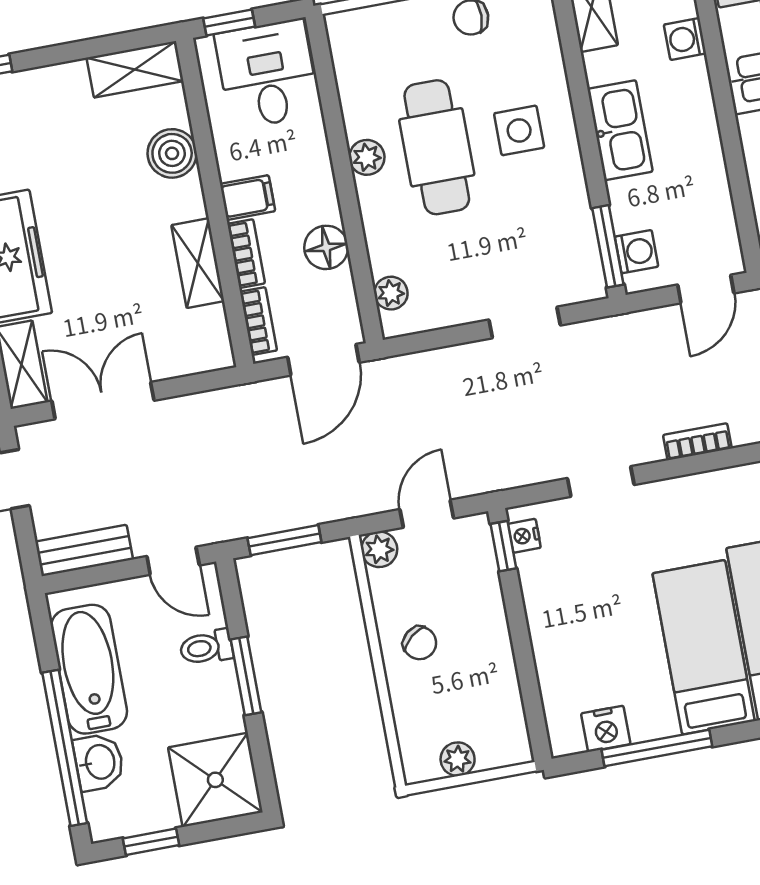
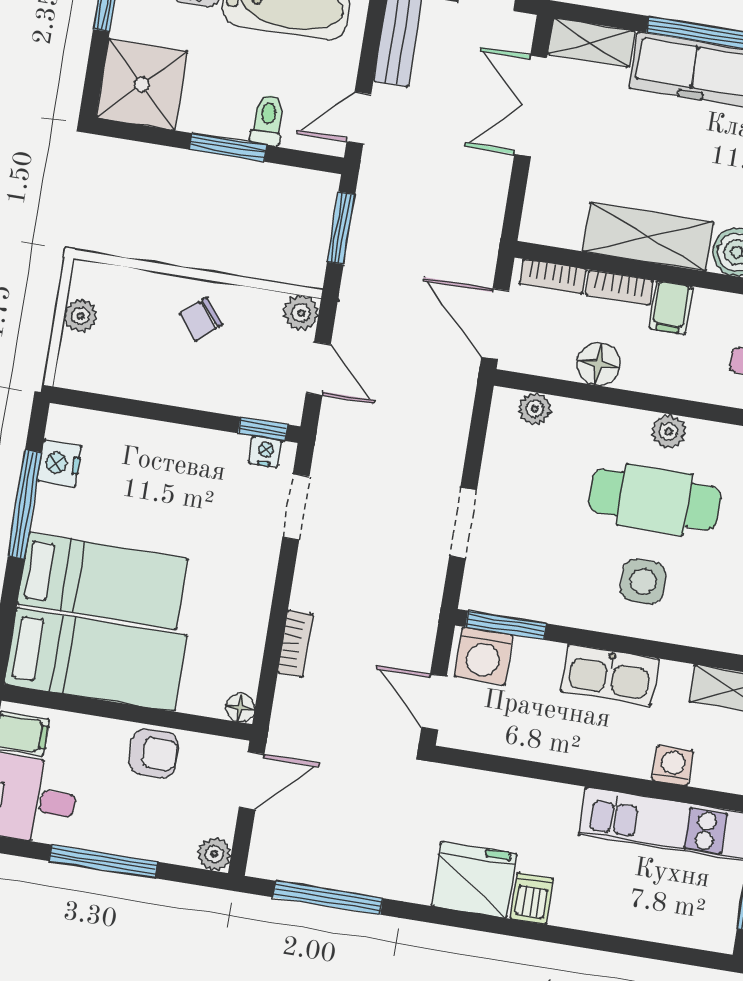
washing machine: (637, 252) -> (484, 656), width x1.38, depth x1.38
shelving: (198, 263) -> (648, 237), width x1.50, depth x1.33
double door: (103, 401) -> (531, 106), swing flipped
doorway: (601, 481) -> (296, 507), moved

